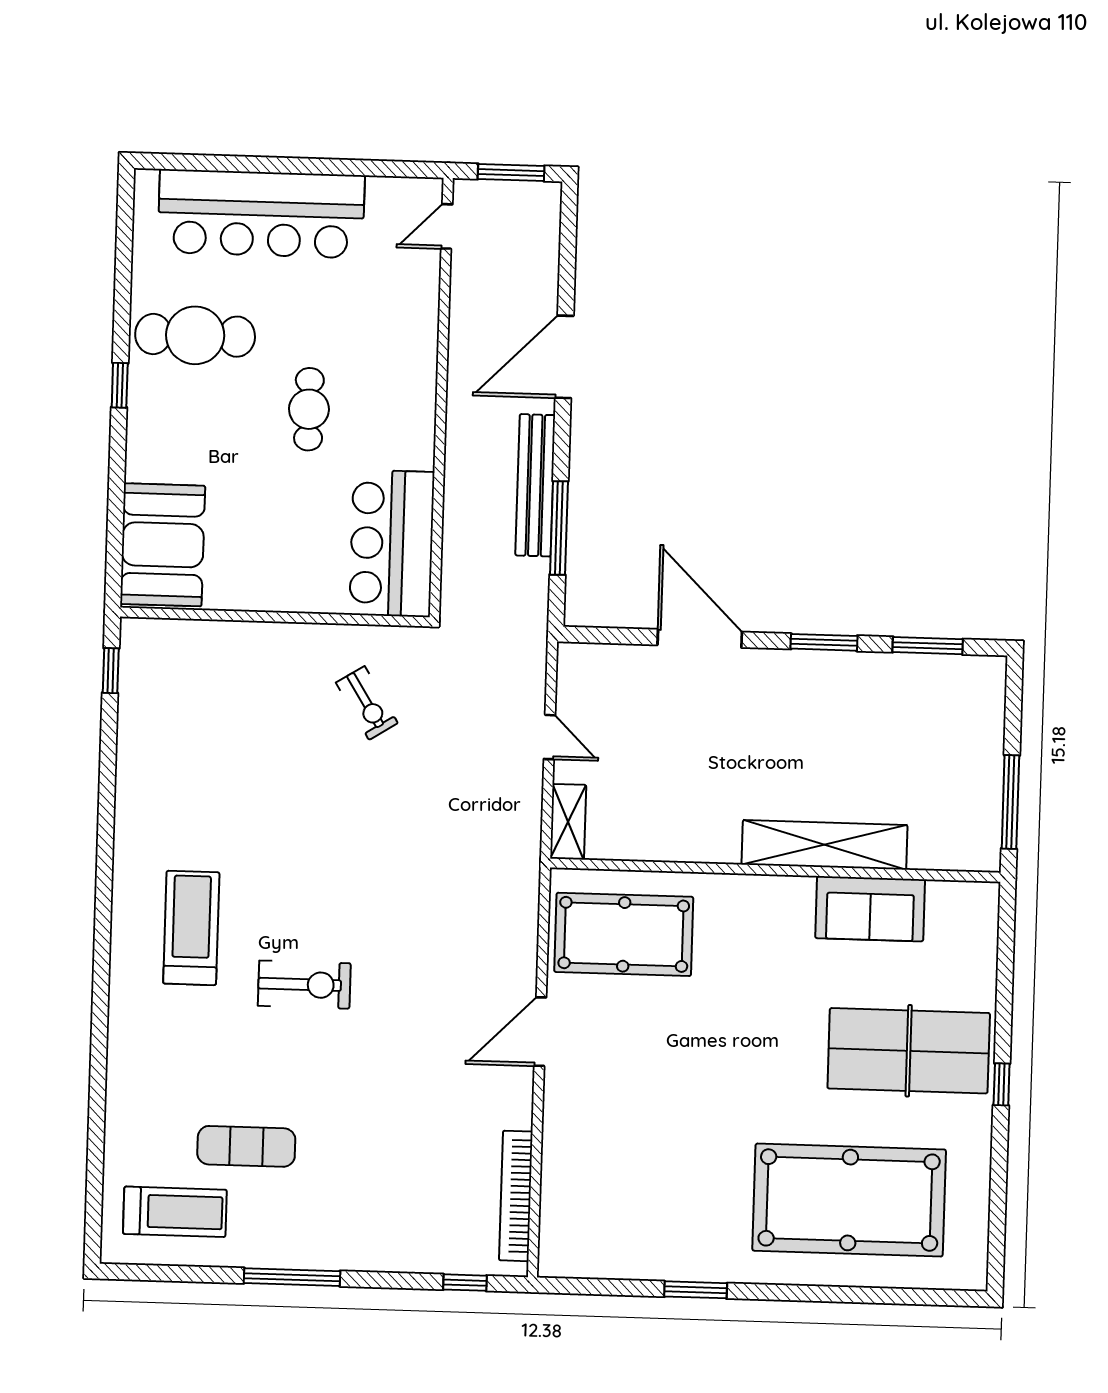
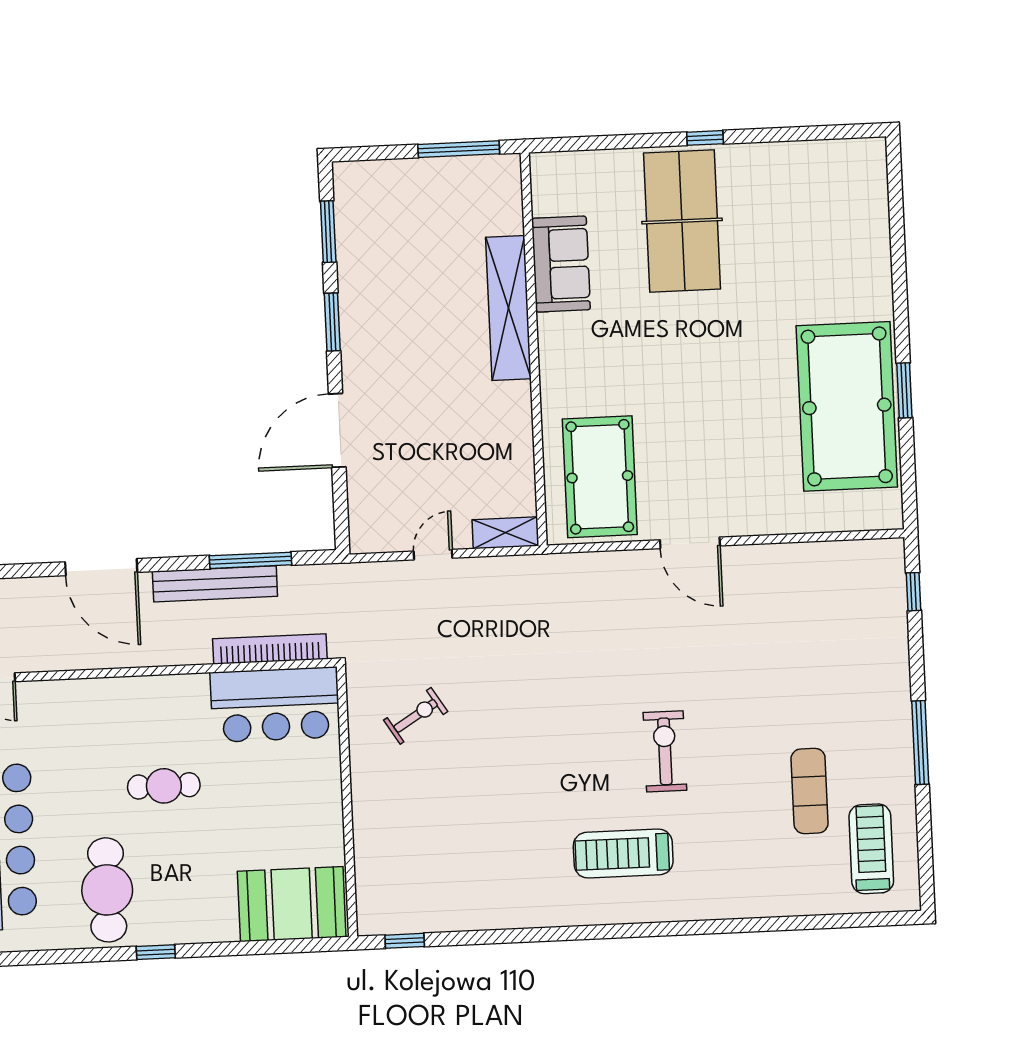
bookcase: (516, 1196) -> (270, 649), moved, turned 180
pool table: (849, 1200) -> (847, 406), moved

